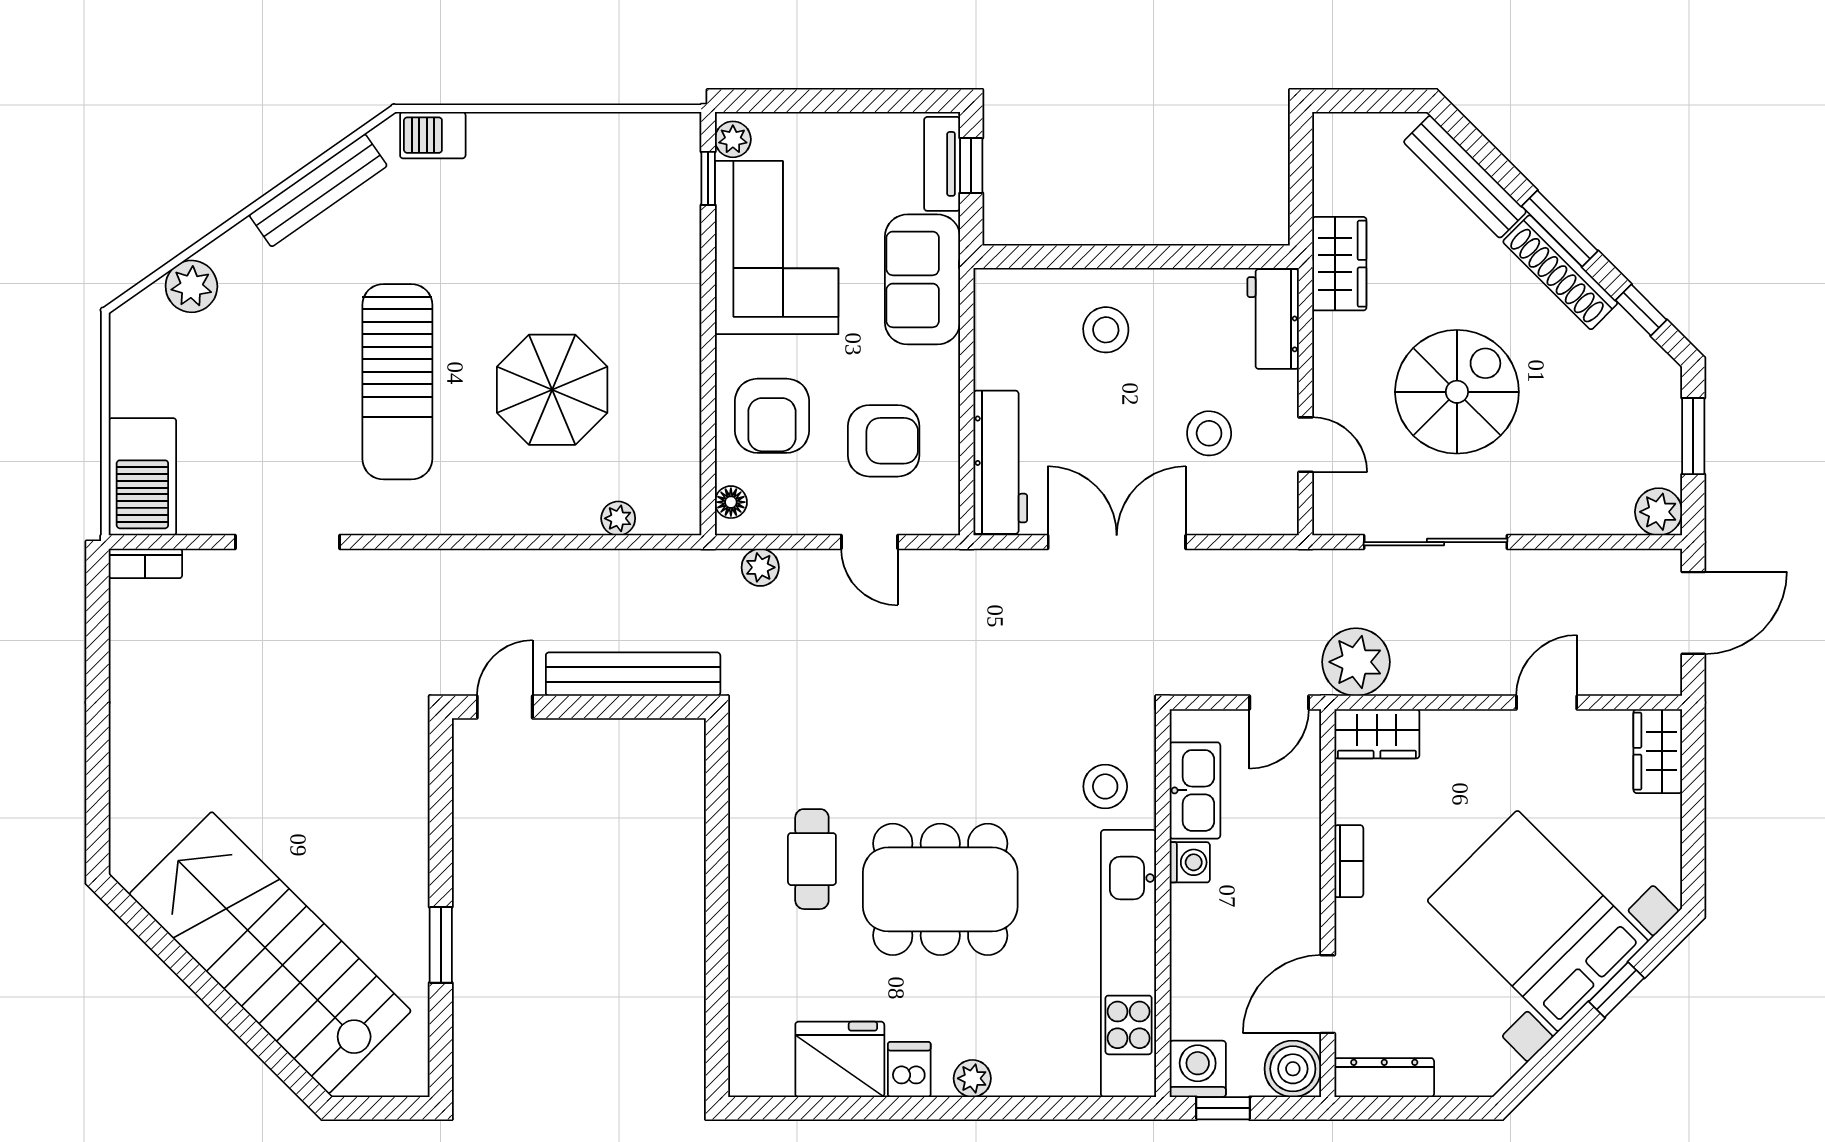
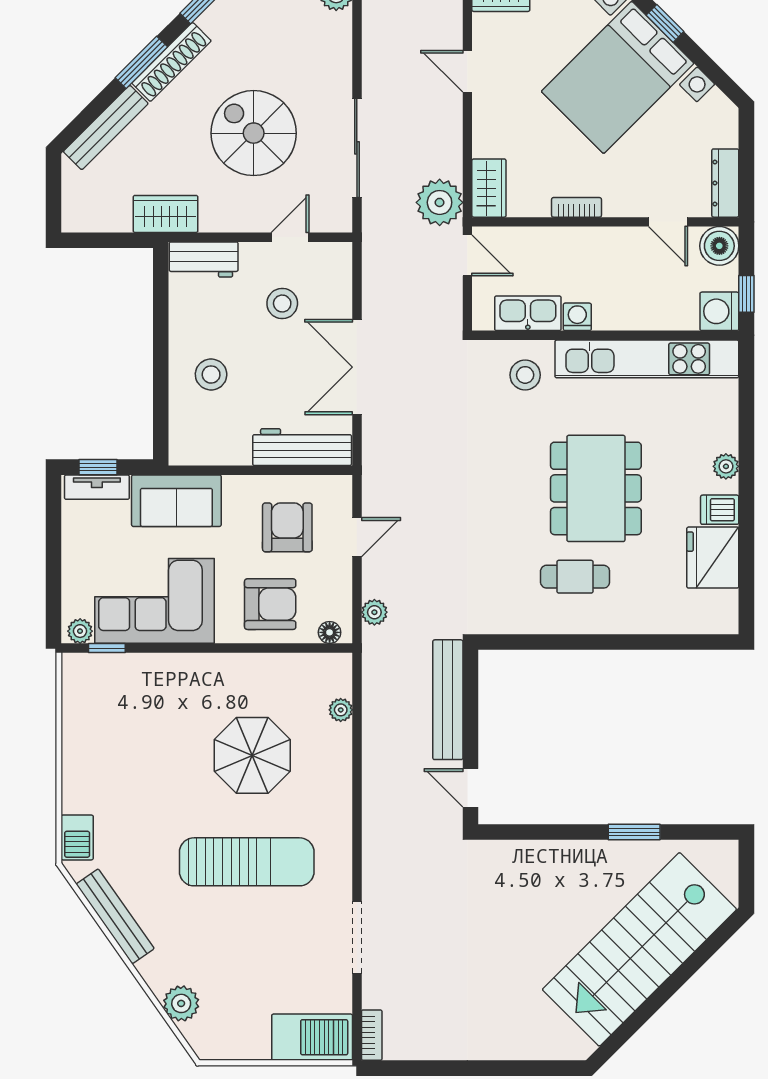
door: (1328, 994) -> (668, 222), width x0.73

